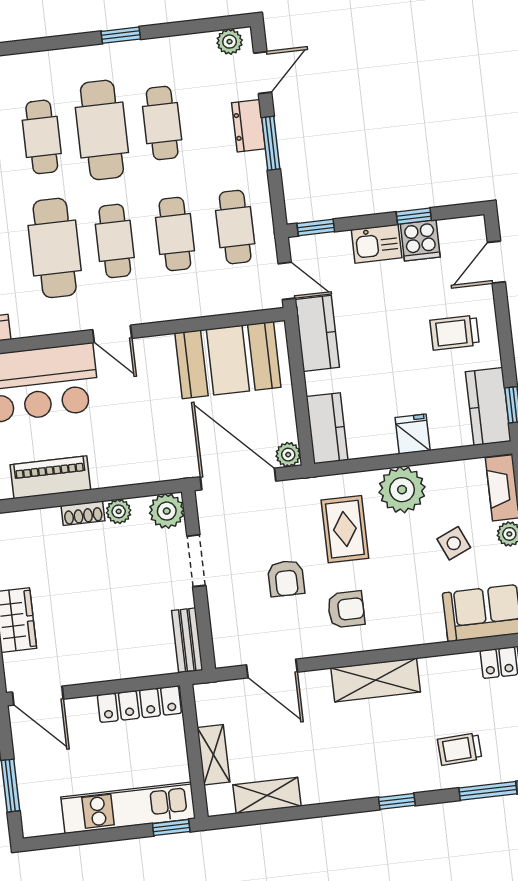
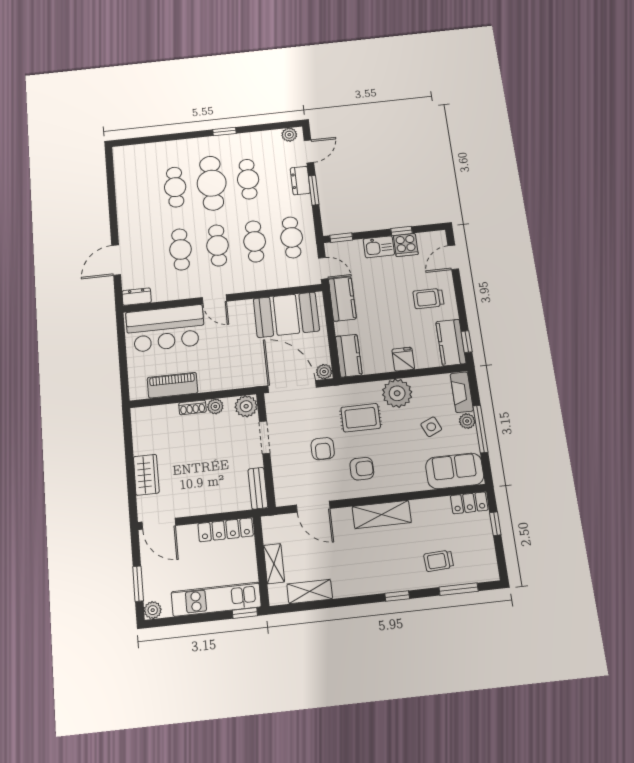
cafe table: (55, 248) -> (181, 249), width x0.73, depth x0.74
rug: (345, 529) -> (361, 418), turned 90
plant: (34, 824) -> (153, 610), added

